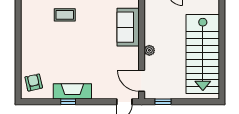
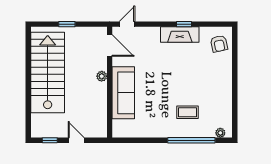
sofa: (128, 27) -> (123, 93), width x1.36
window: (163, 102) -> (67, 24), moved

